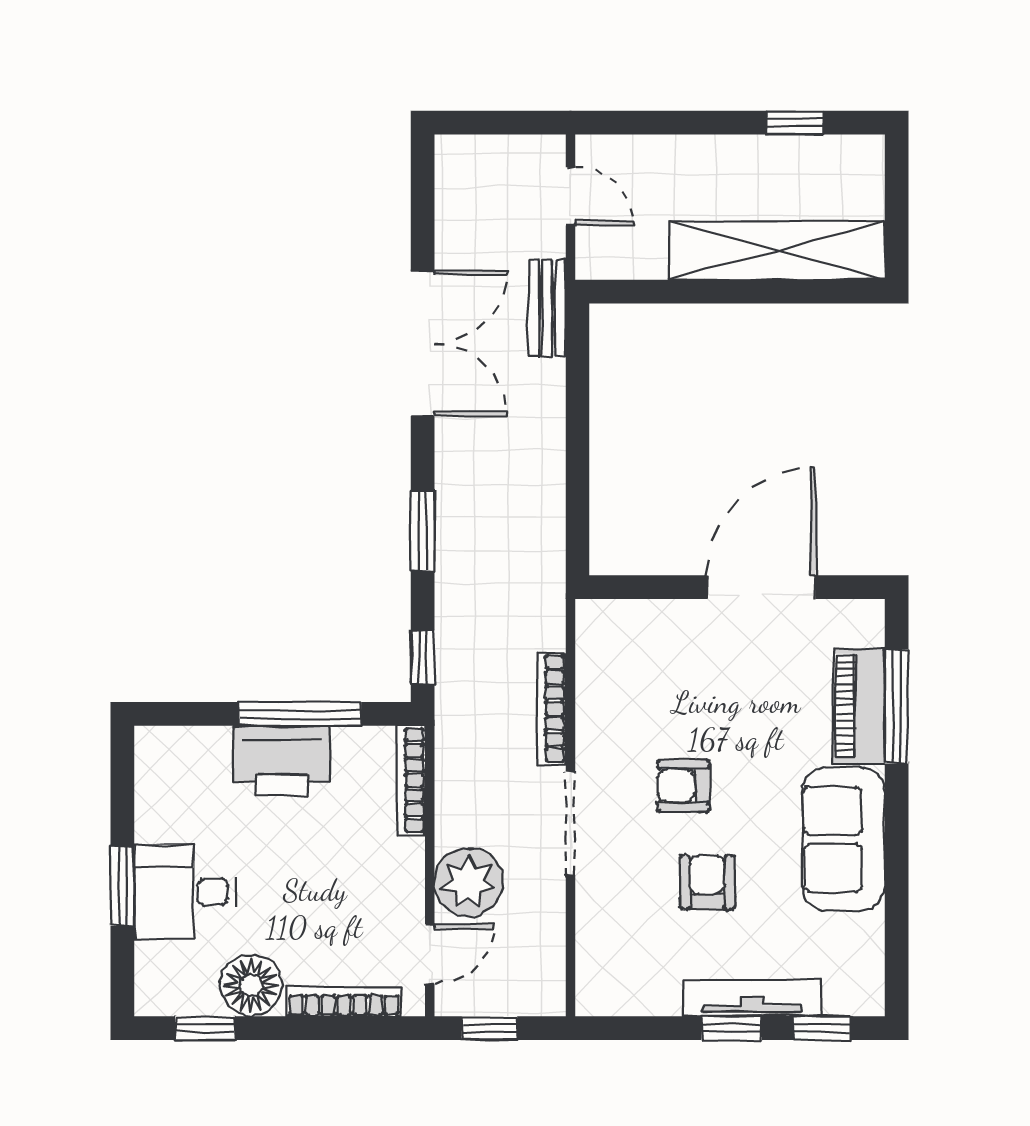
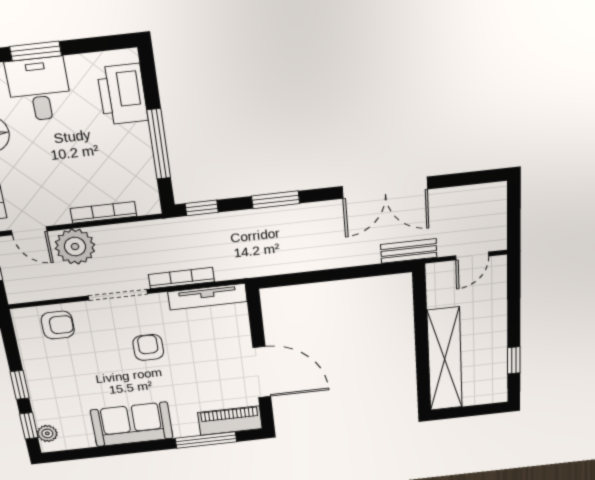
piano: (859, 706) -> (230, 421), moved
printer: (281, 761) -> (122, 94), moved
bookcase: (411, 780) -> (103, 212), moved
armchair: (707, 882) -> (58, 325), moved
tv unit: (752, 998) -> (208, 297), moved, turned 90
plant: (843, 998) -> (47, 433), added

